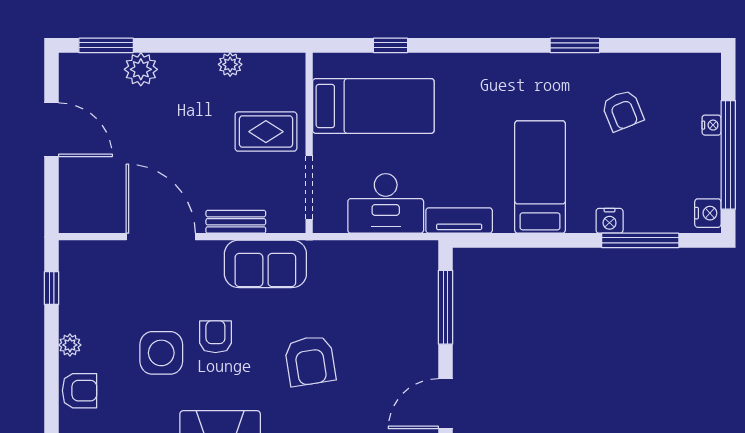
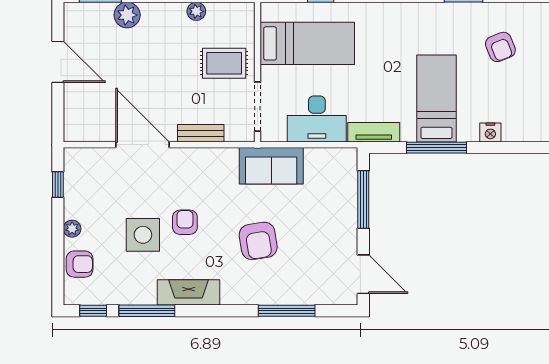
window: (640, 240) -> (437, 148), moved
sofa: (265, 264) -> (271, 166), moved
door: (446, 404) -> (363, 274), swing flipped

